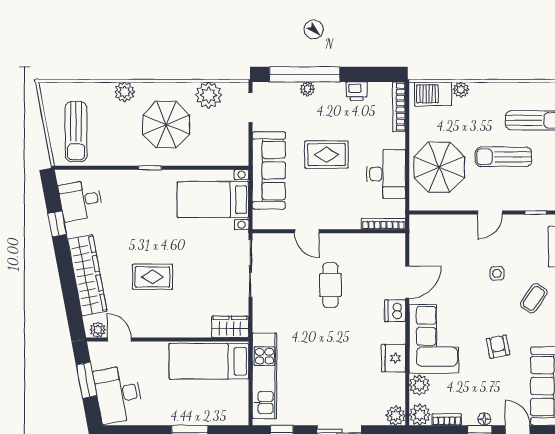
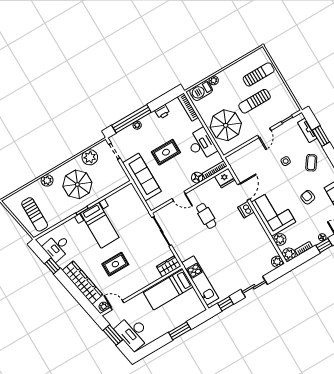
bed with nightstands: (213, 200) -> (100, 225), moved, turned -90
floor lamp: (350, 220) -> (197, 178), added
fridge: (393, 358) -> (225, 178), moved, turned -90

